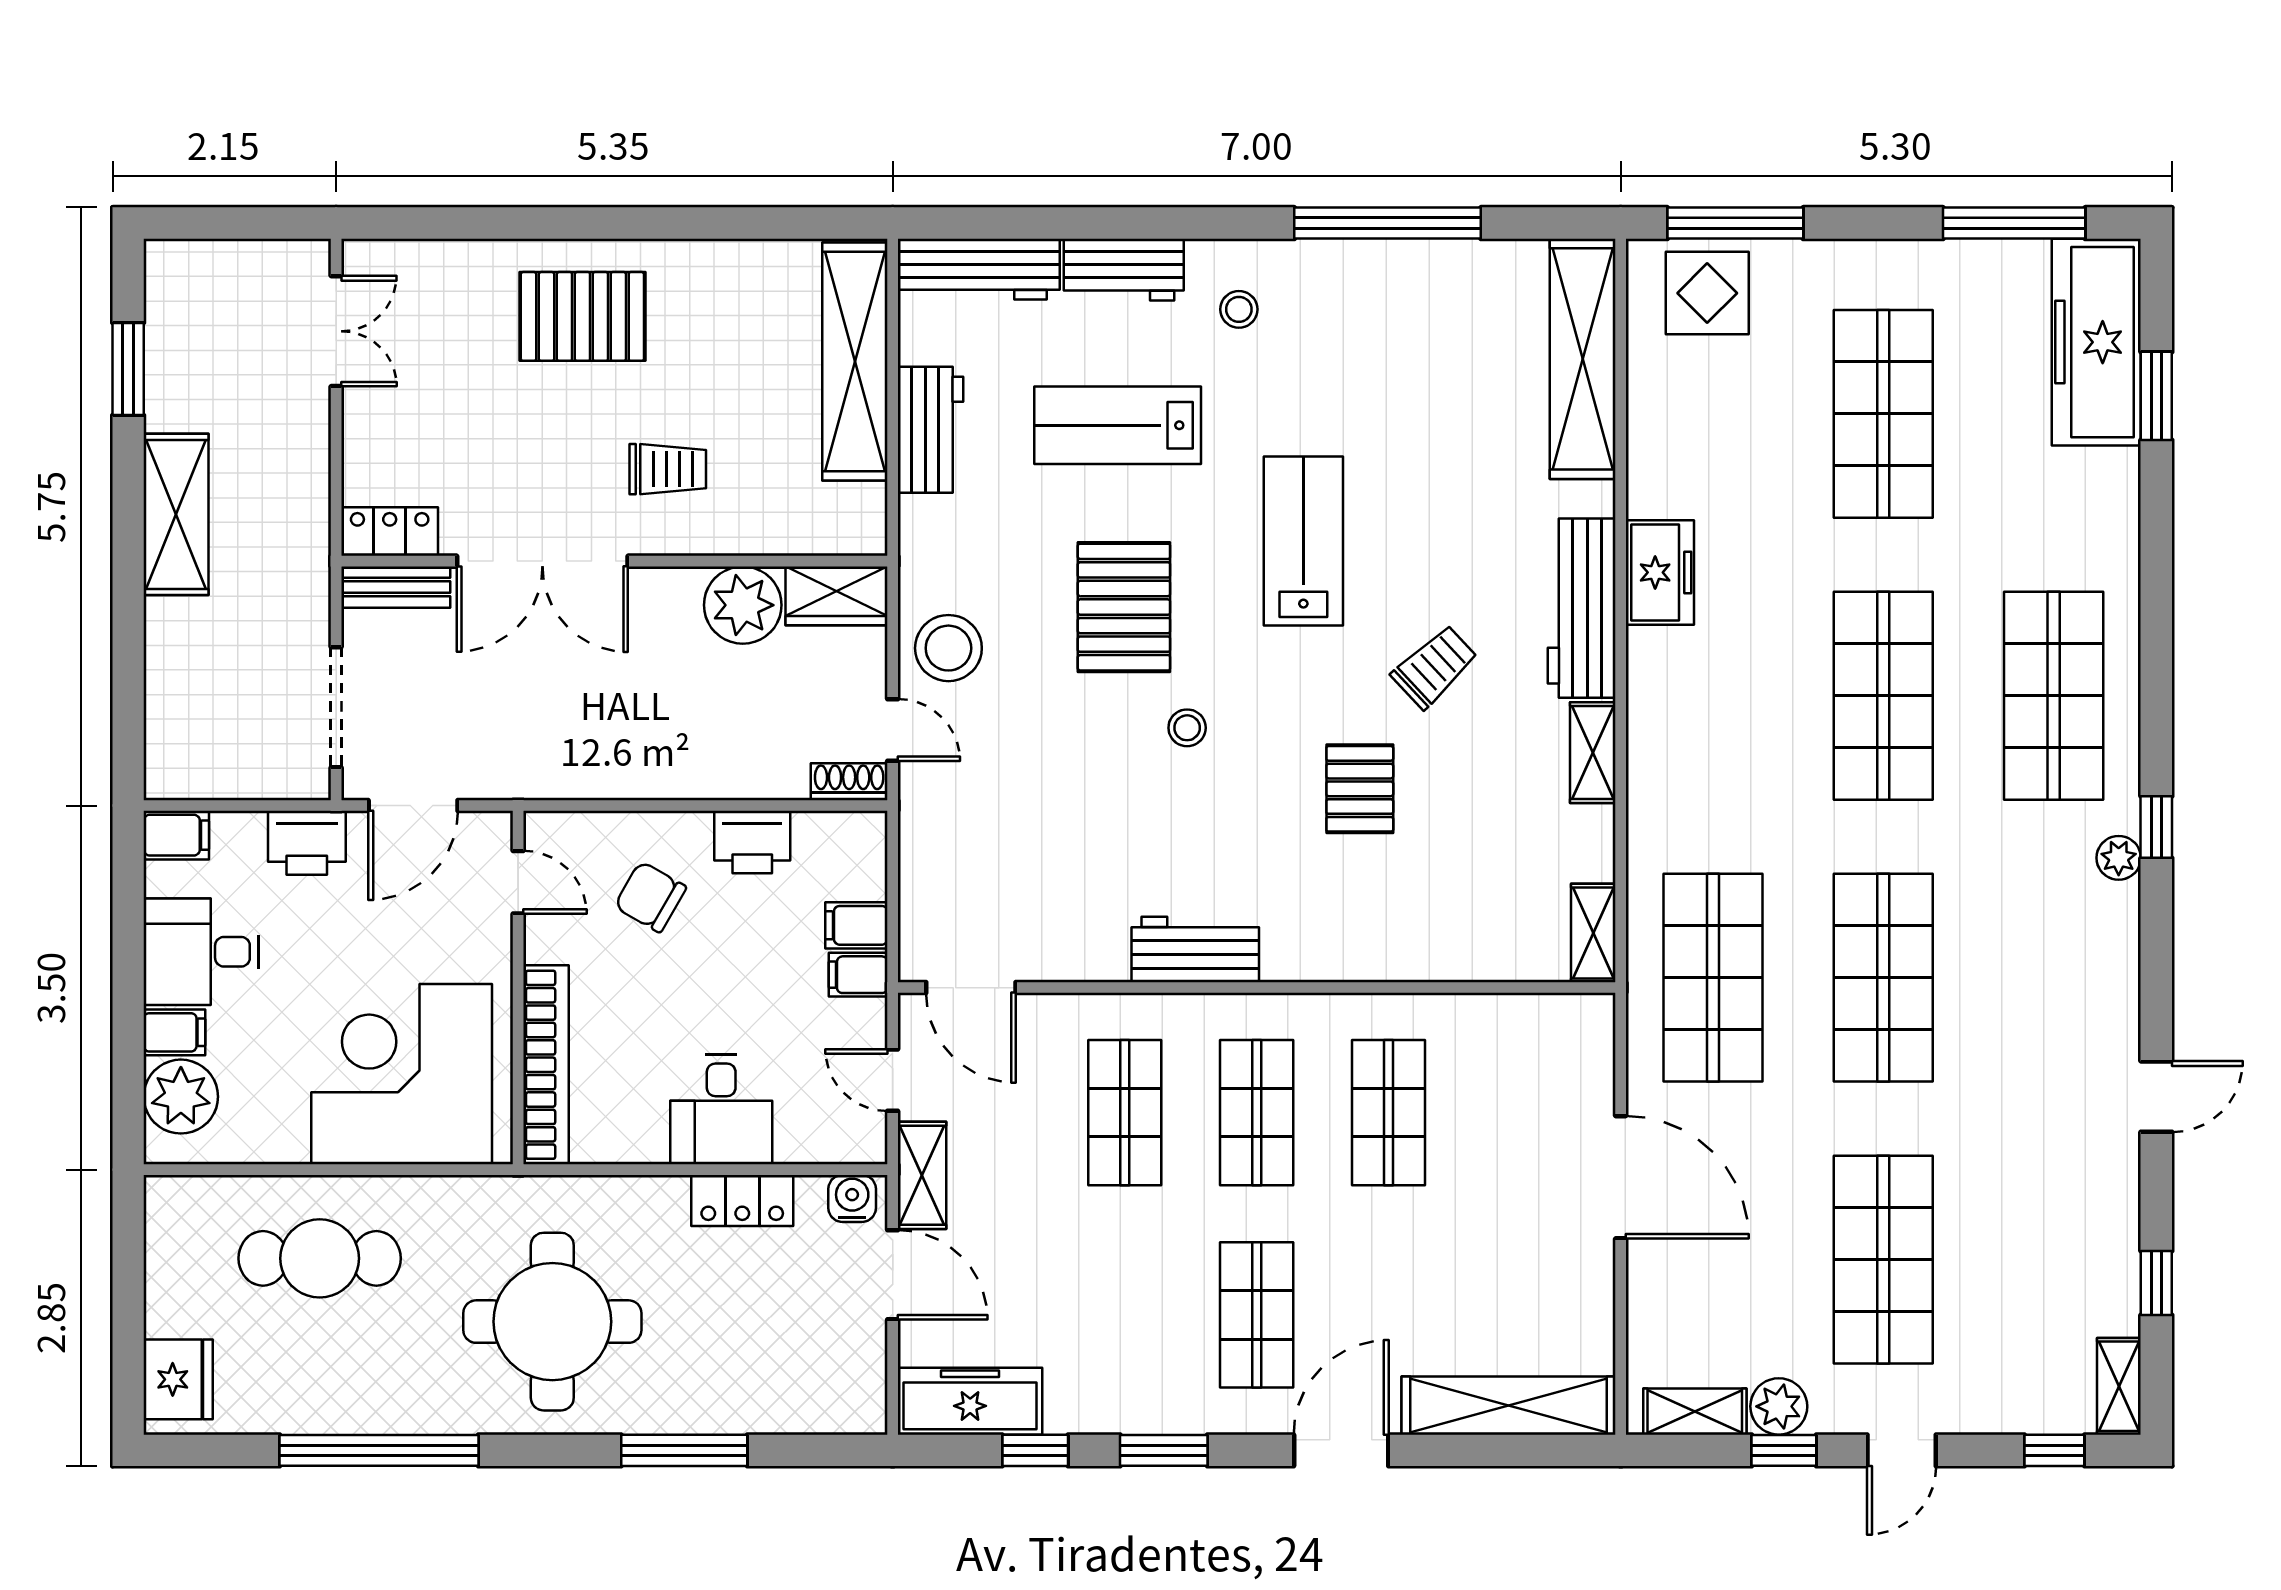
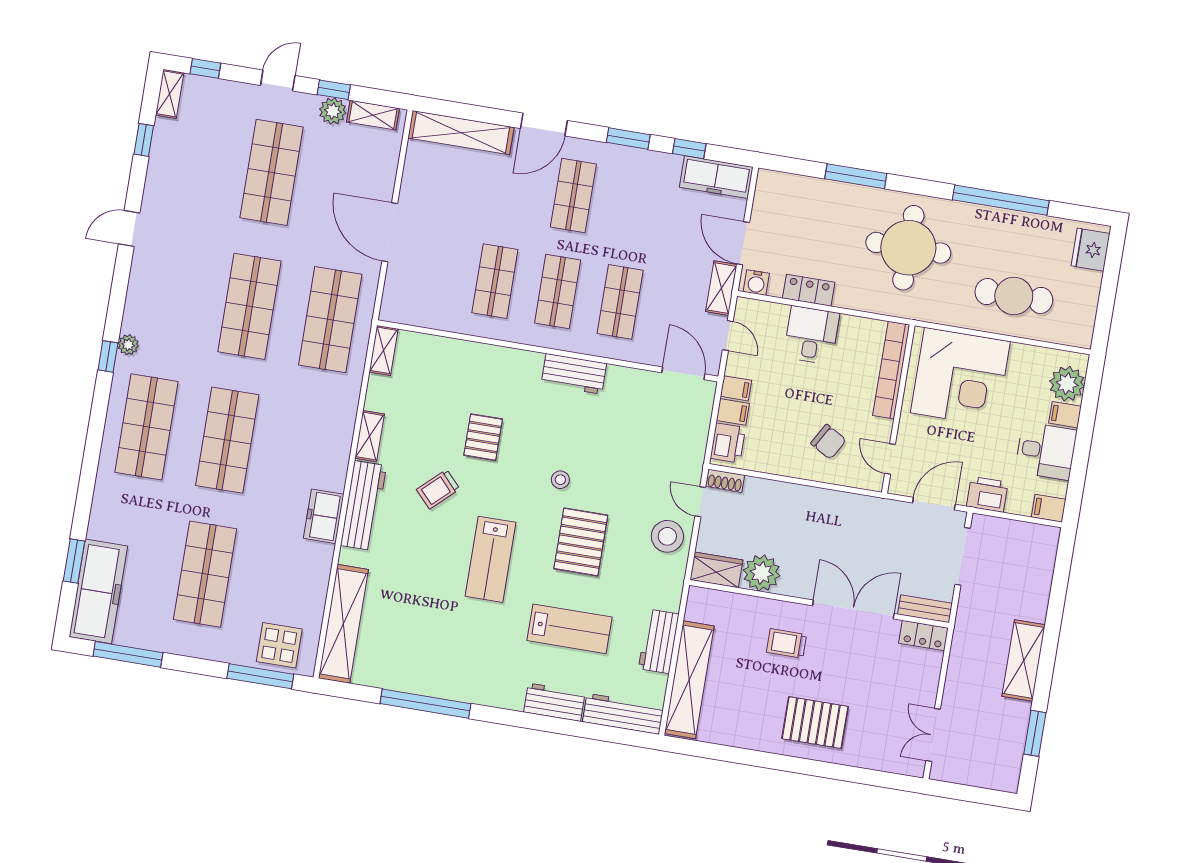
stool: (1239, 309) -> (503, 674), removed
printer: (752, 842) -> (728, 443), moved, turned 90

